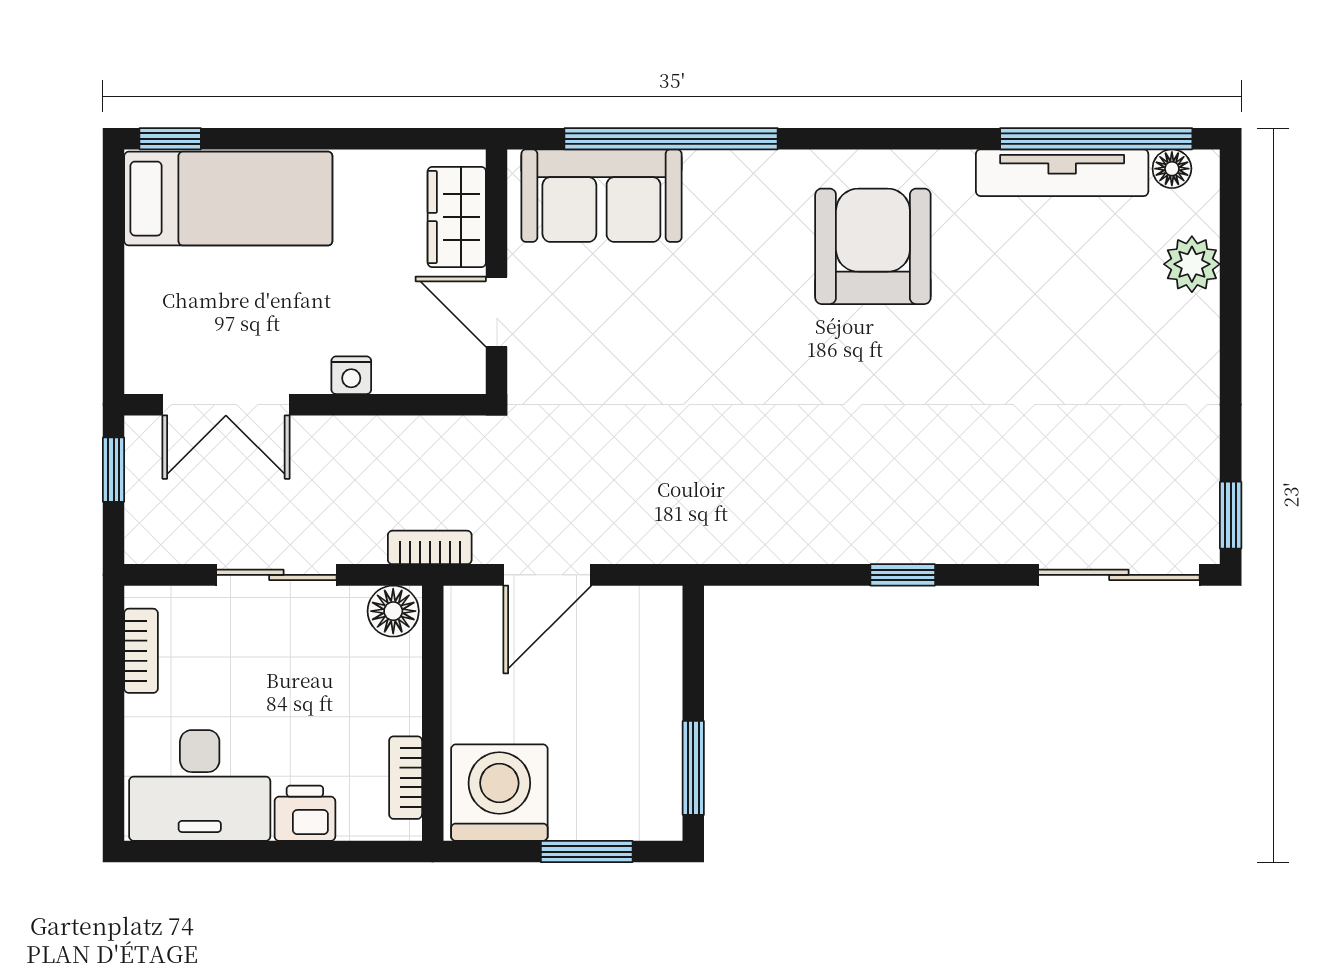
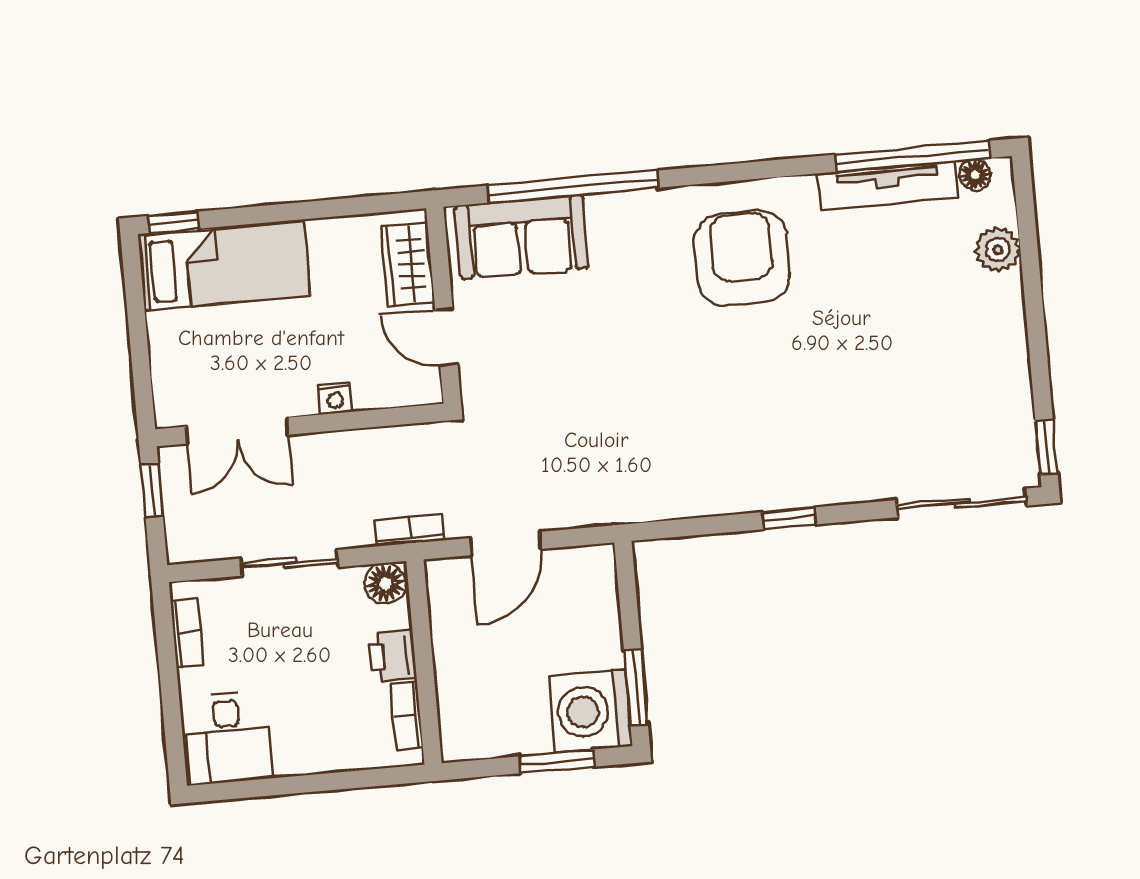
desk: (200, 785) -> (228, 738), width x0.73
washing machine: (499, 793) -> (591, 711), moved, turned -90
printer: (305, 813) -> (393, 656), moved, turned -90

